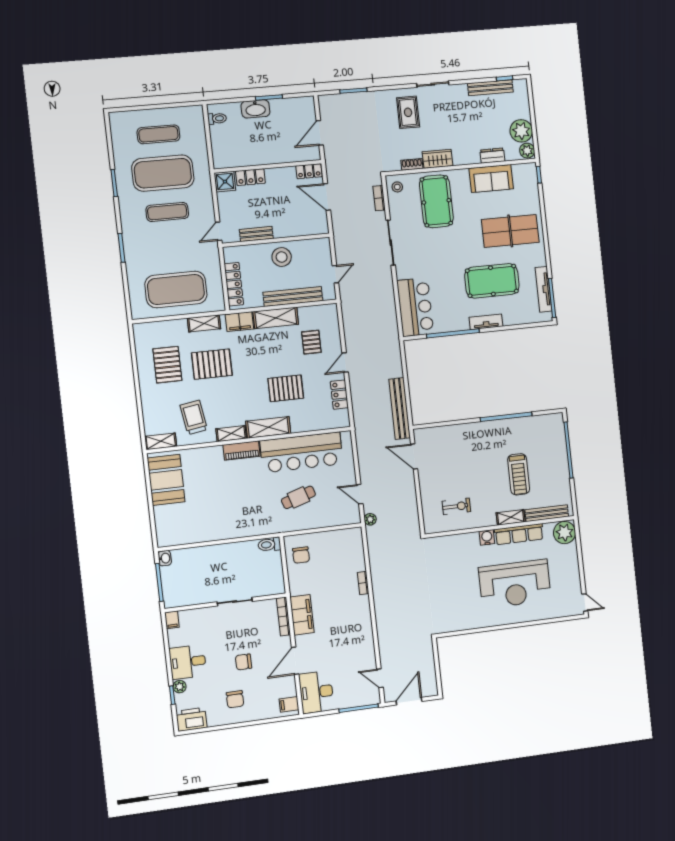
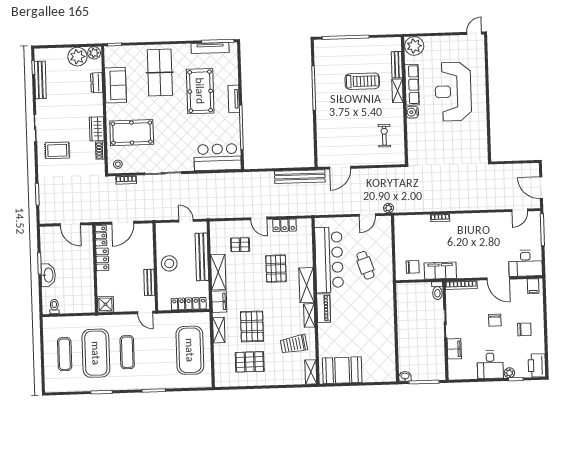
locker: (250, 177) -> (102, 259), moved
bench: (547, 513) -> (397, 65), width x0.73
toilet: (269, 545) -> (437, 291), moved
reception desk: (515, 584) -> (453, 92), turned 180
filing cabinet: (302, 615) -> (440, 271), moved
filing cabinet: (172, 620) -> (454, 349), moved, width x2.00

